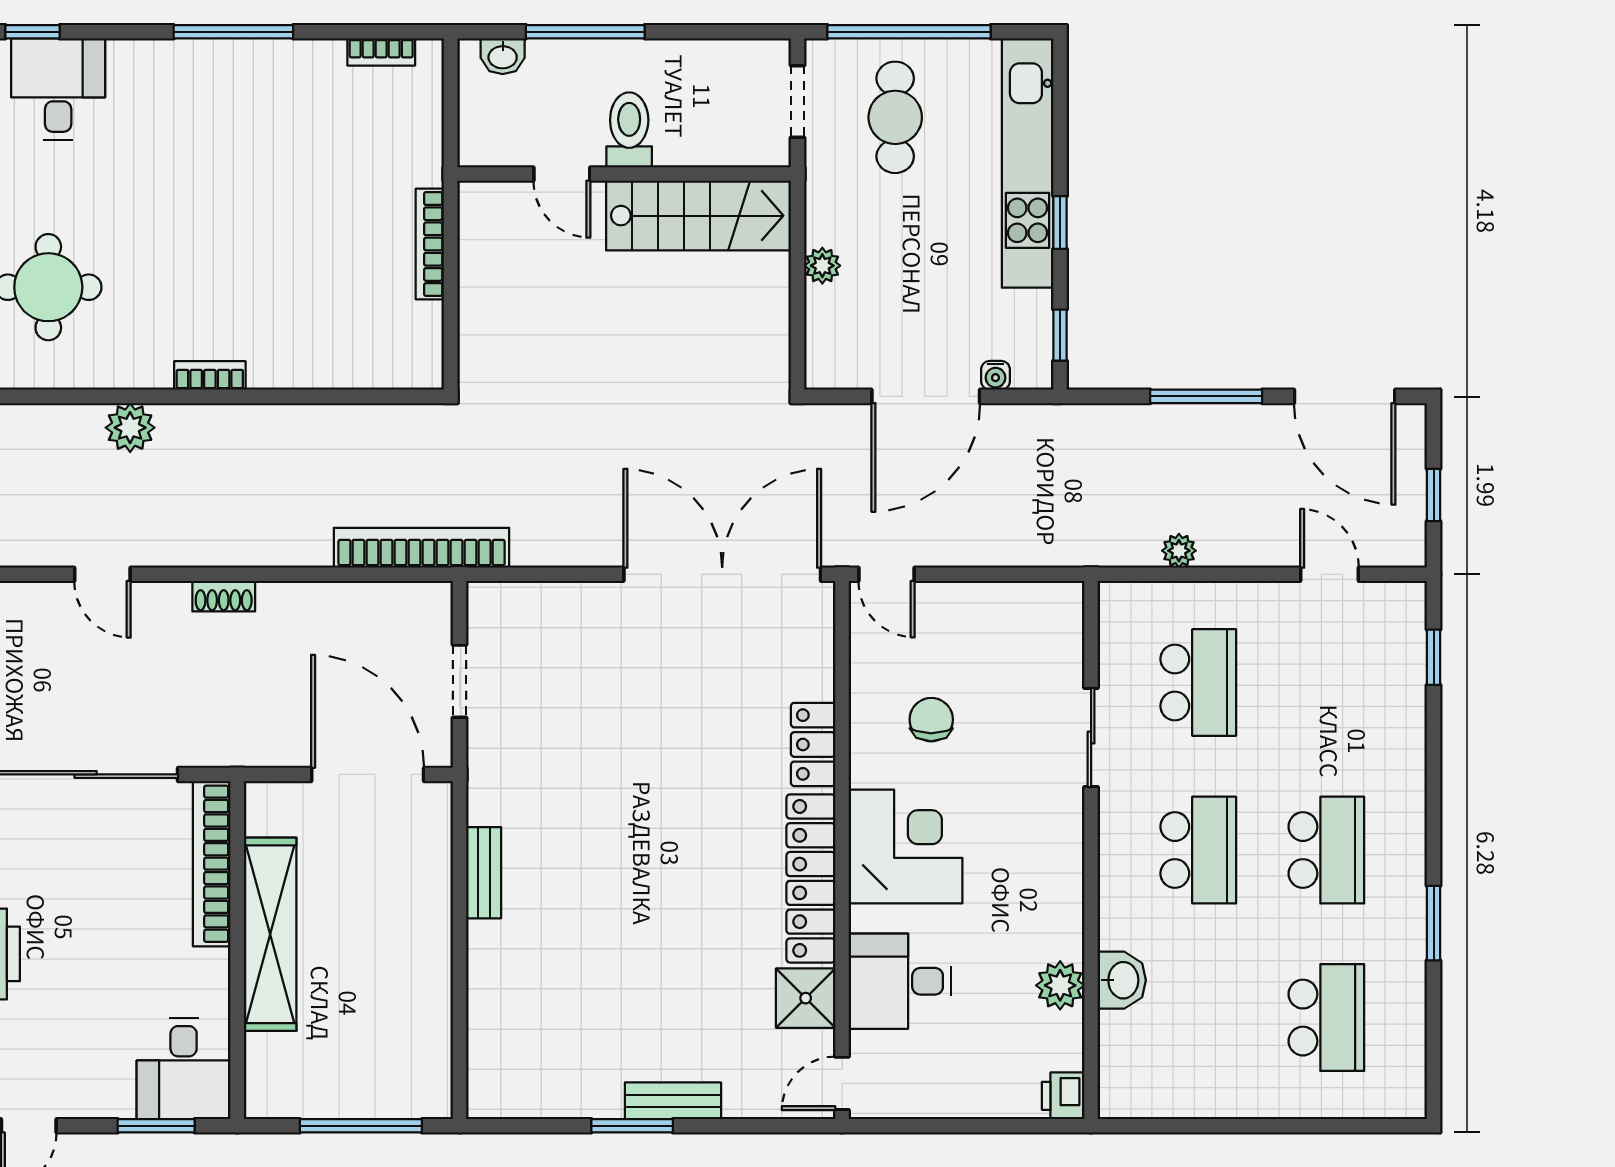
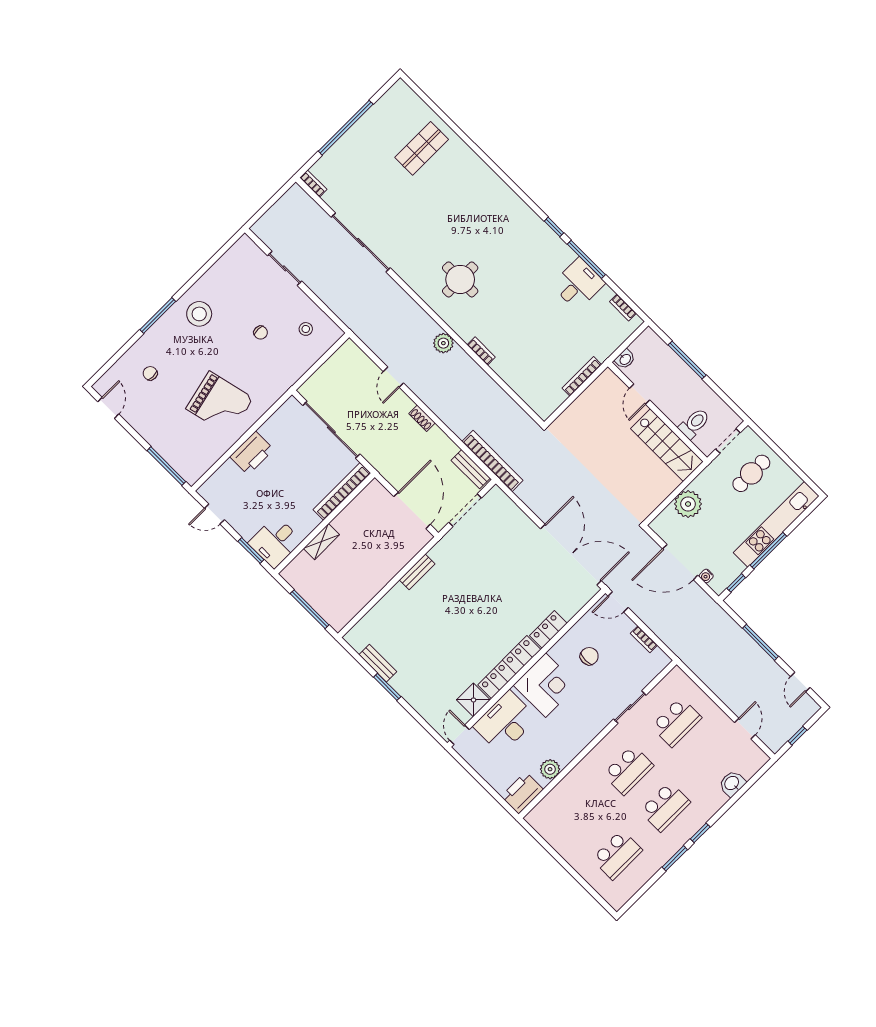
window: (33, 32) -> (554, 227), moved
window: (909, 32) -> (780, 453), removed
washbasin: (503, 56) -> (625, 359), moved, turned -90
desk: (58, 89) -> (578, 284), moved
toilet: (629, 130) -> (694, 423), moved
window: (1060, 223) -> (768, 551), width x2.17
plant: (822, 266) -> (688, 504), width x1.88, depth x1.88
door: (1345, 396) -> (800, 682), width x0.53
plant: (1179, 551) -> (709, 679), removed
door: (887, 574) -> (618, 602), hinge flipped
bookcase: (997, 595) -> (644, 639), added
bench: (398, 600) -> (471, 469), added
window: (1434, 657) -> (700, 833), moved
doorway: (460, 681) -> (465, 510), width x1.38
shelving: (270, 934) -> (321, 542), width x0.45, depth x0.75
washbasin: (1122, 980) -> (732, 783), moved, turned 180
desk: (900, 981) -> (505, 722), width x1.37
door: (842, 1083) -> (459, 735), hinge flipped
printer: (1063, 1096) -> (522, 793), width x1.87, depth x1.48
bench: (673, 1101) -> (378, 663), moved

